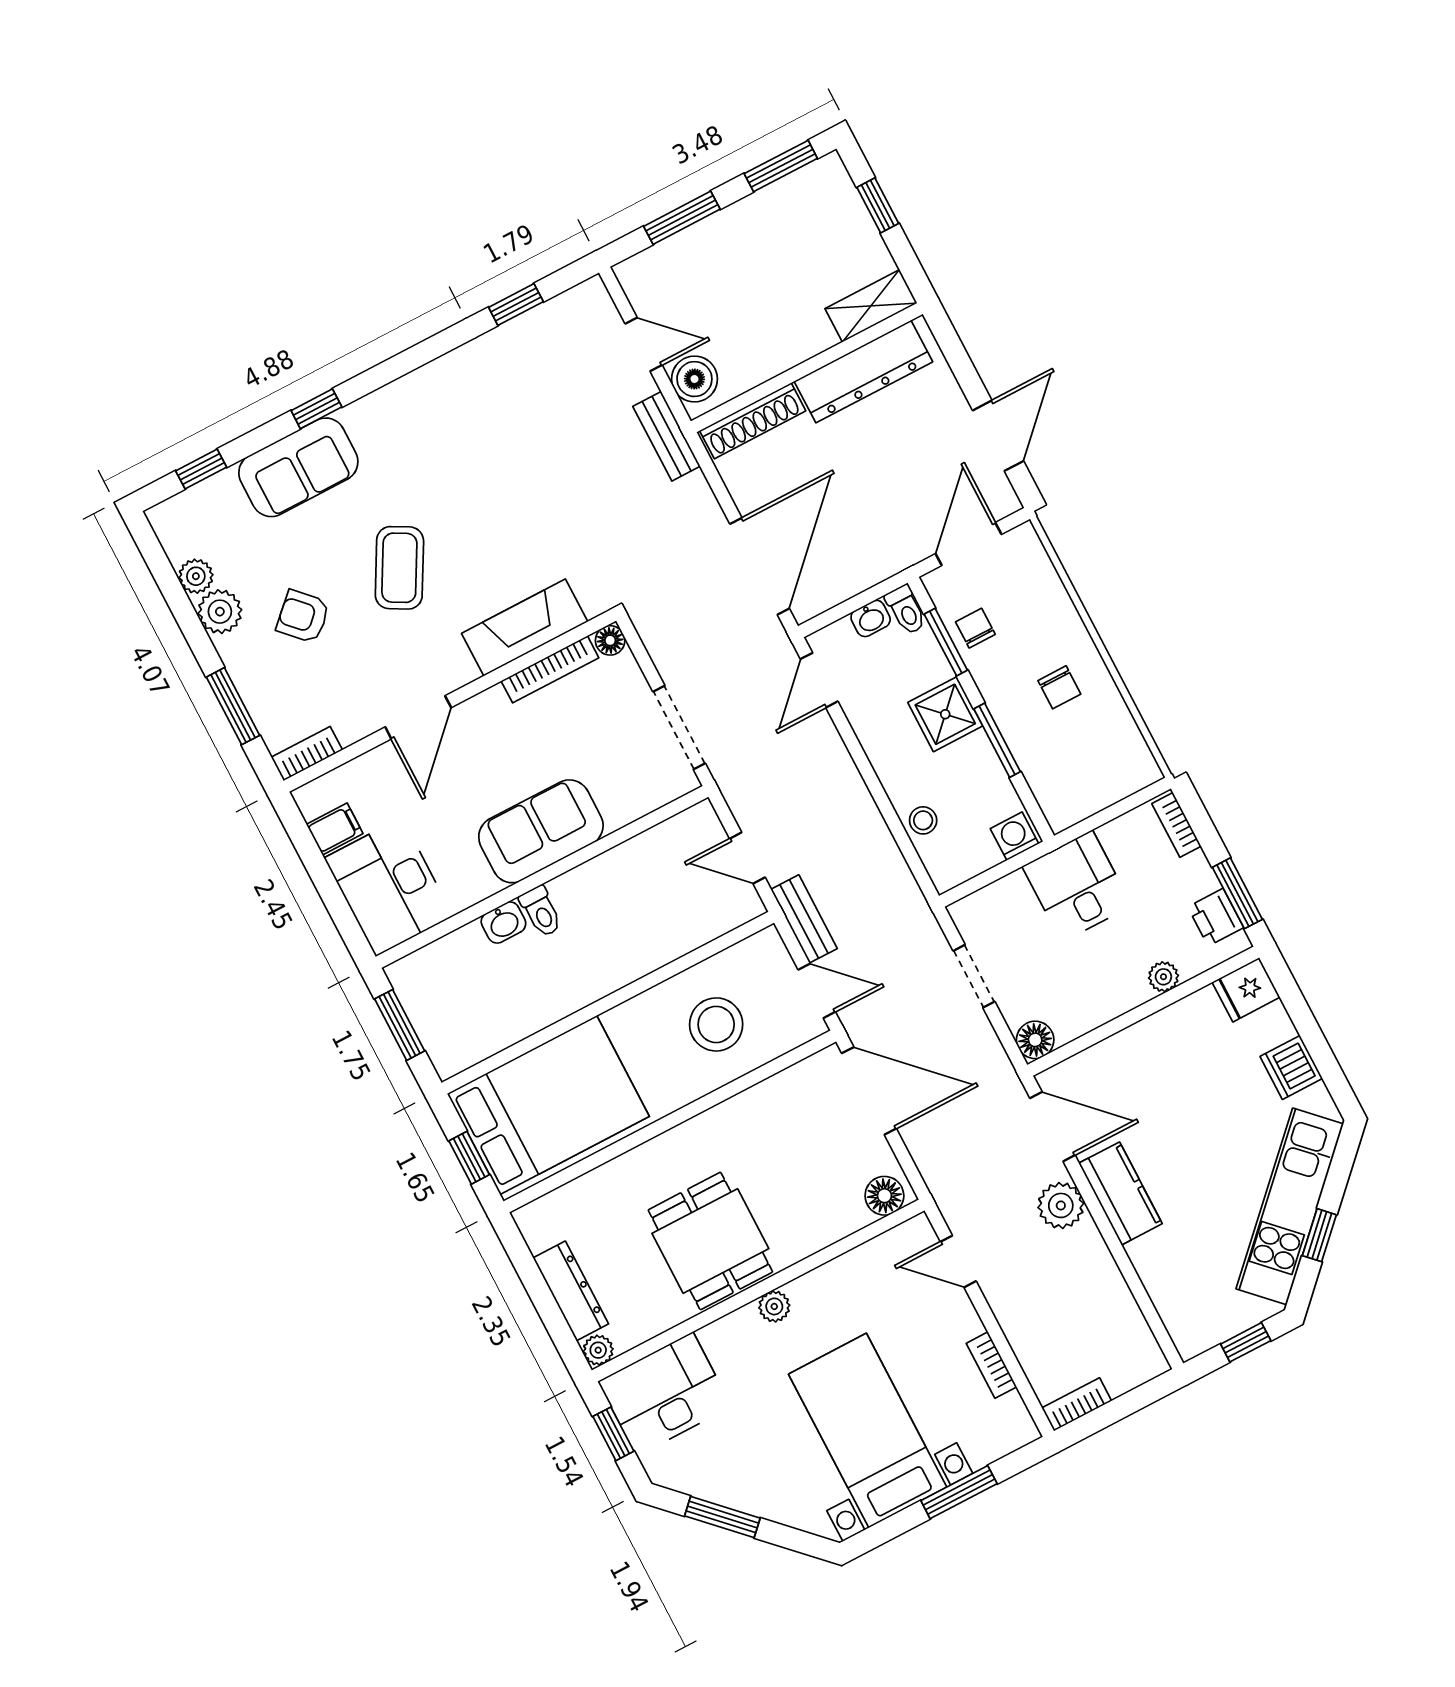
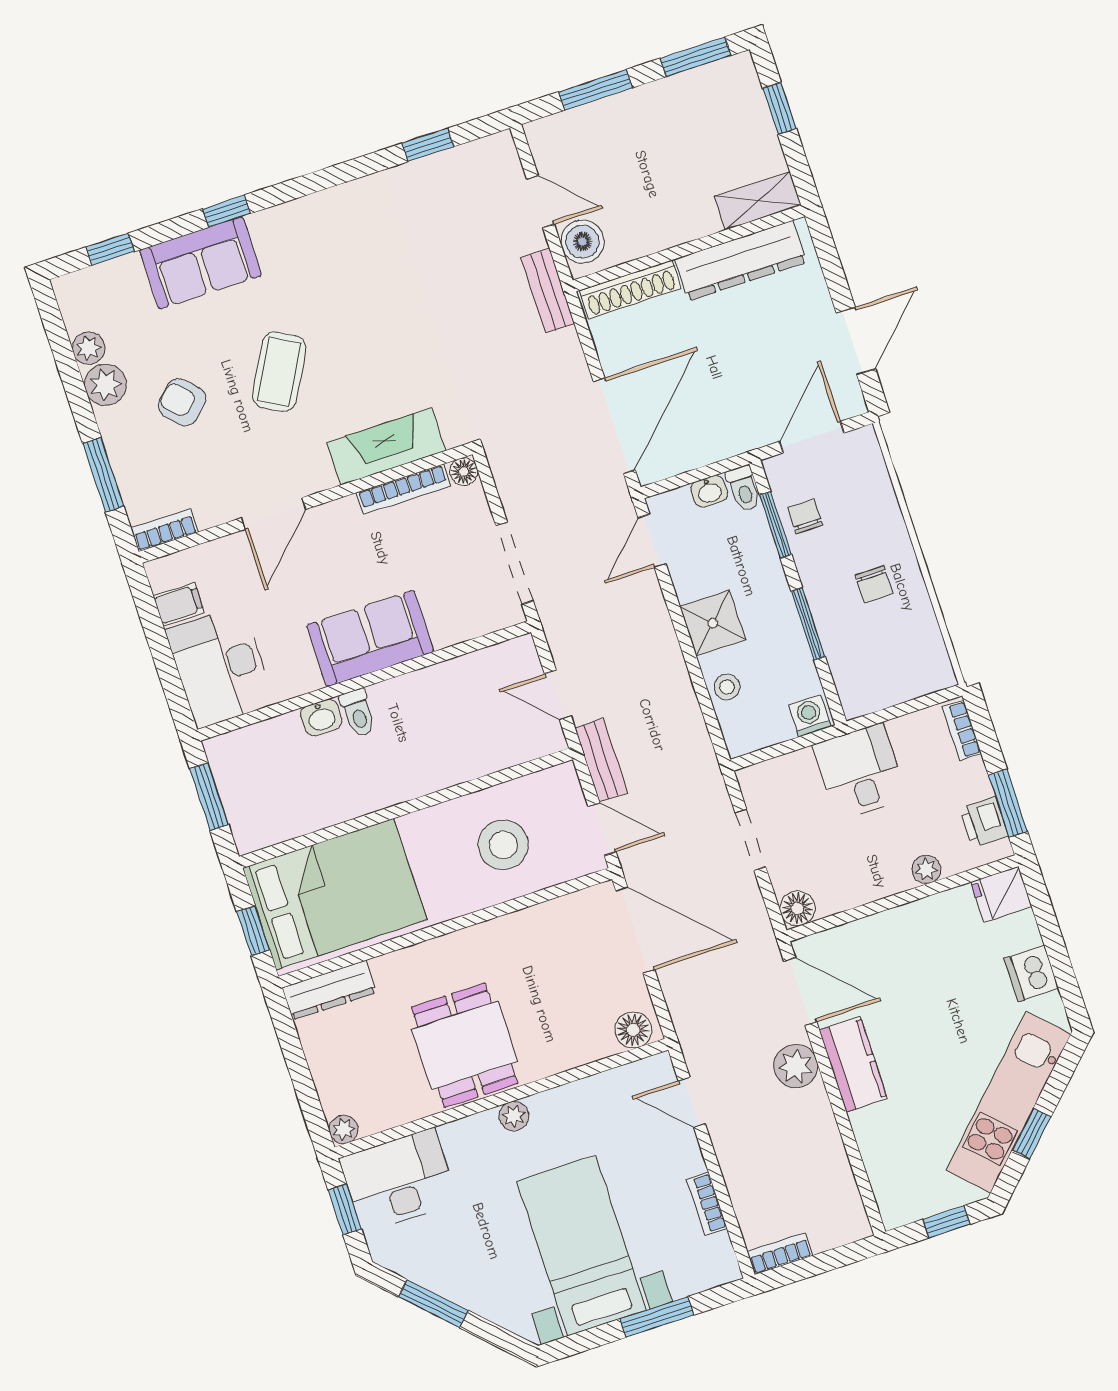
shower: (945, 714) -> (713, 623), moved
dresser: (571, 1291) -> (329, 990), moved, turned 90

